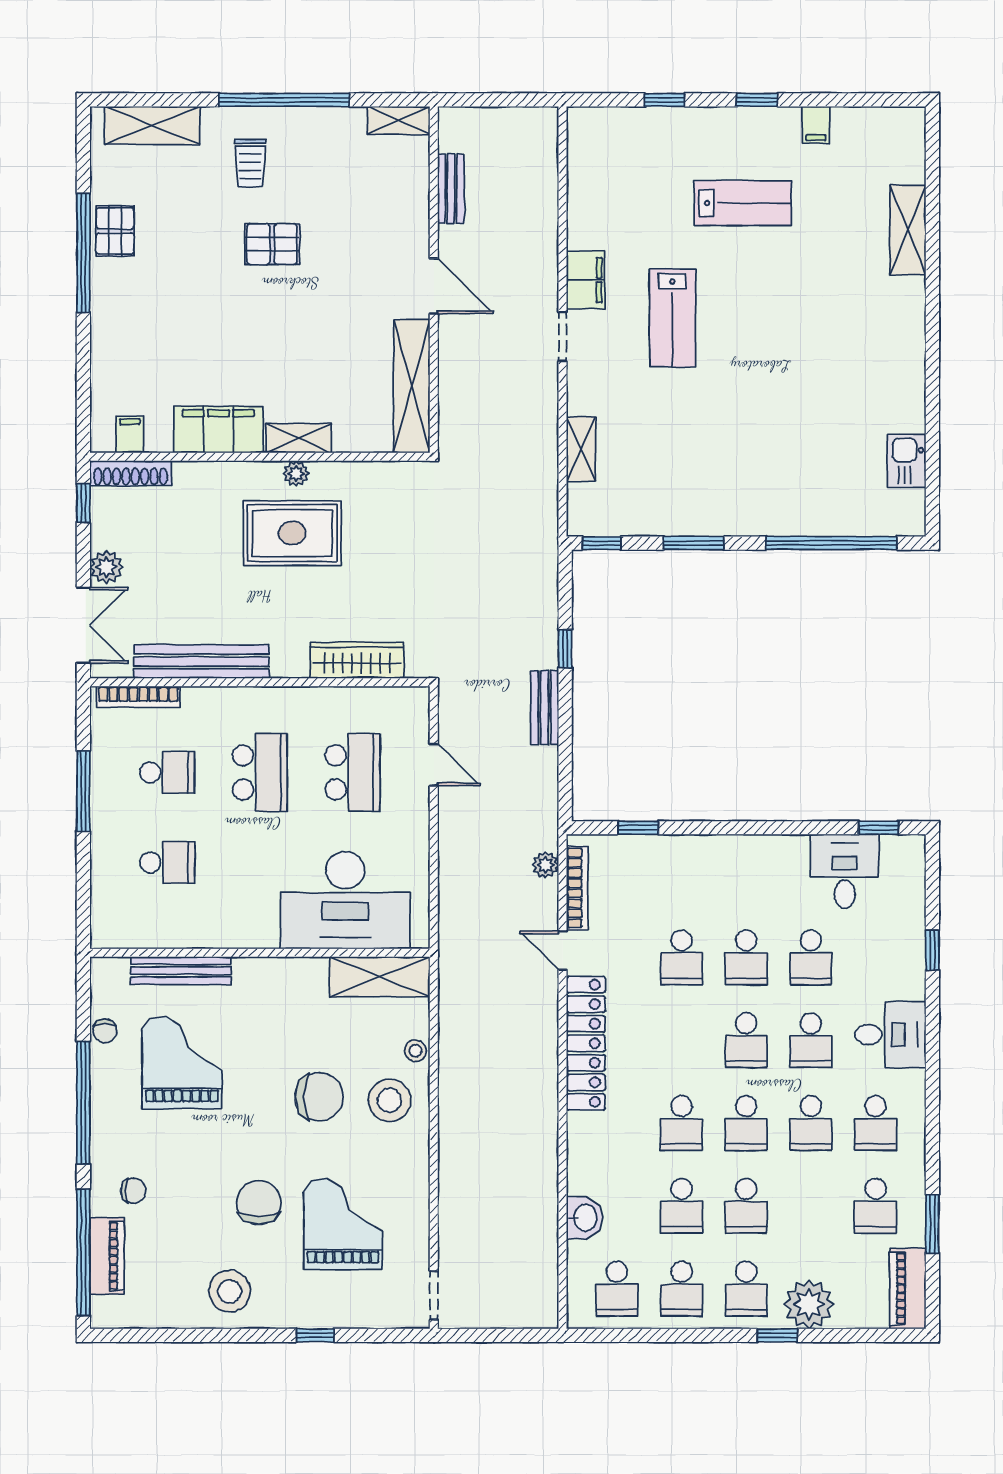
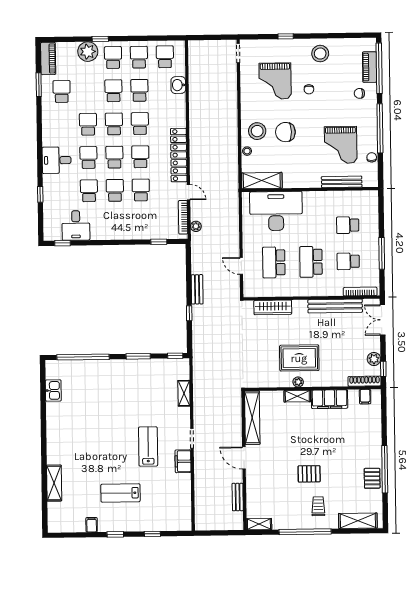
plant: (106, 567) -> (374, 359), moved
school desk: (876, 1123) -> (140, 157), moved
chair: (259, 1203) -> (309, 89), width x0.54, depth x0.54

